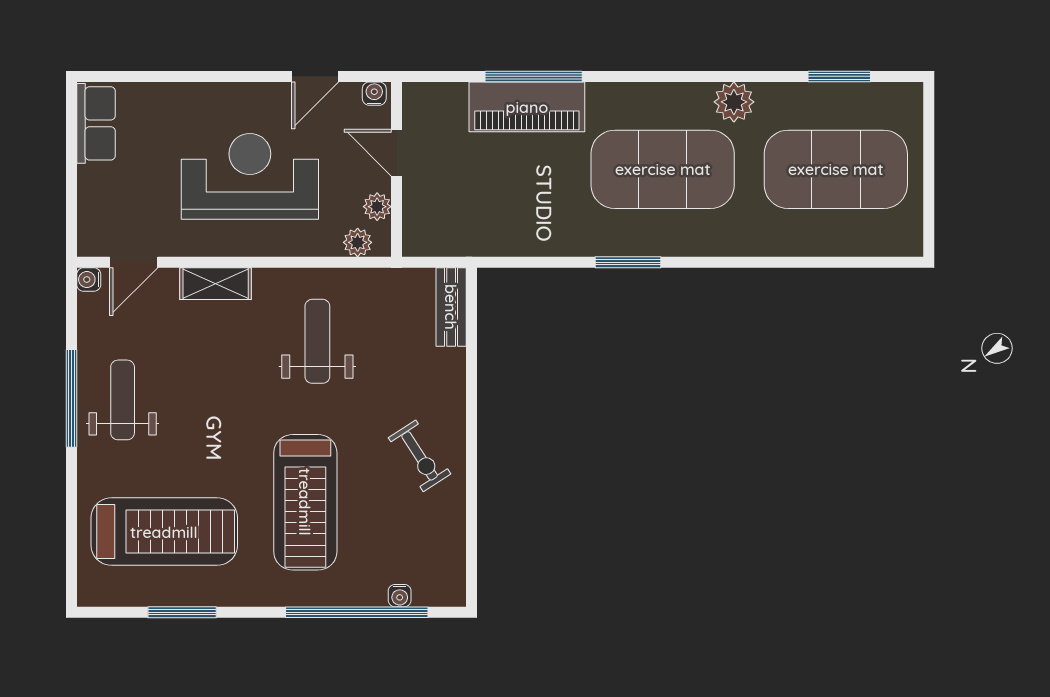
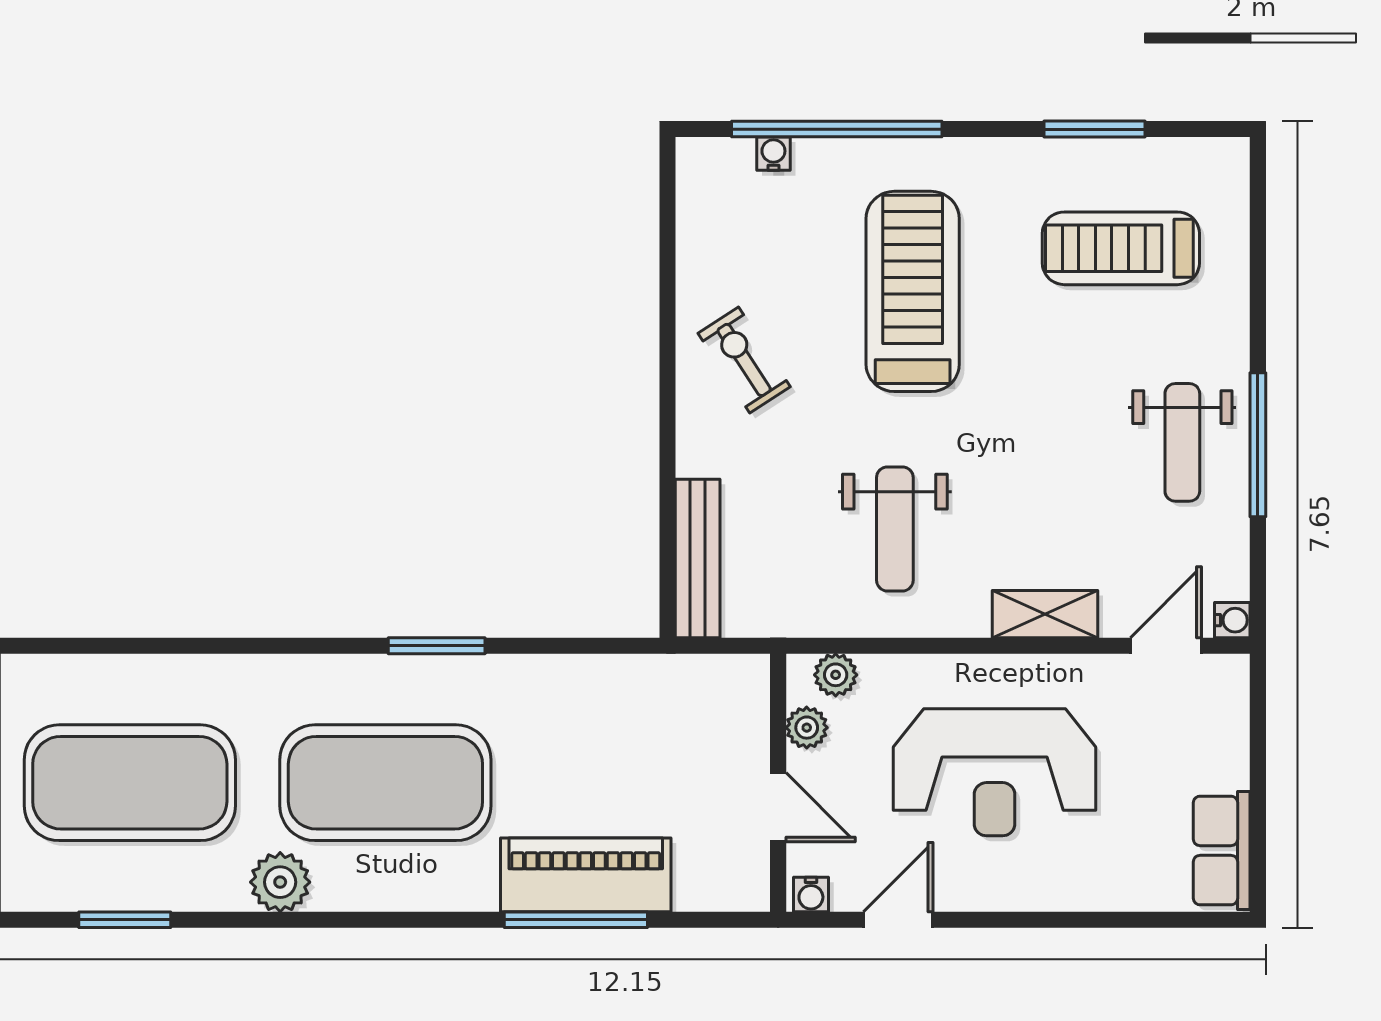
bench: (451, 307) -> (698, 558), width x1.36
treadmill: (164, 532) -> (1121, 248), width x0.73, depth x0.73

